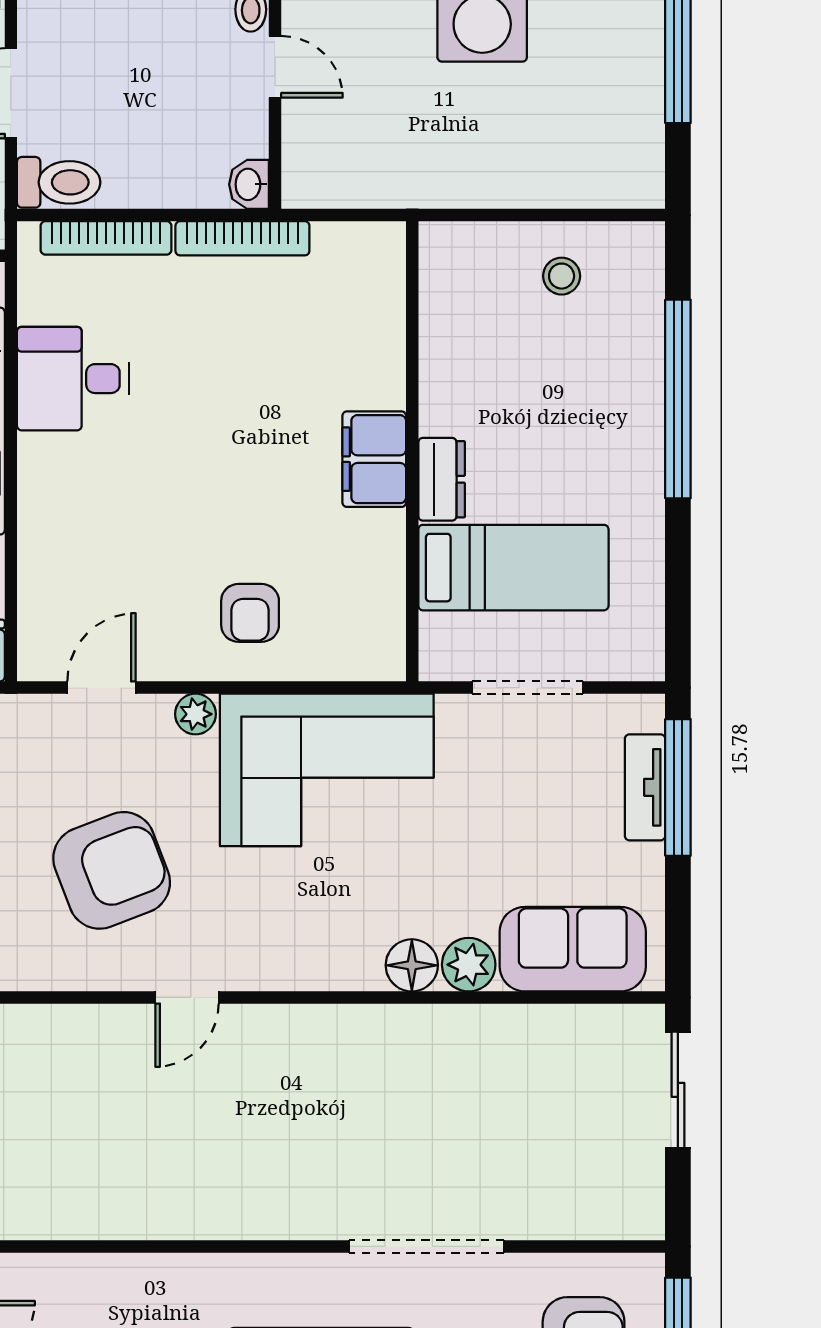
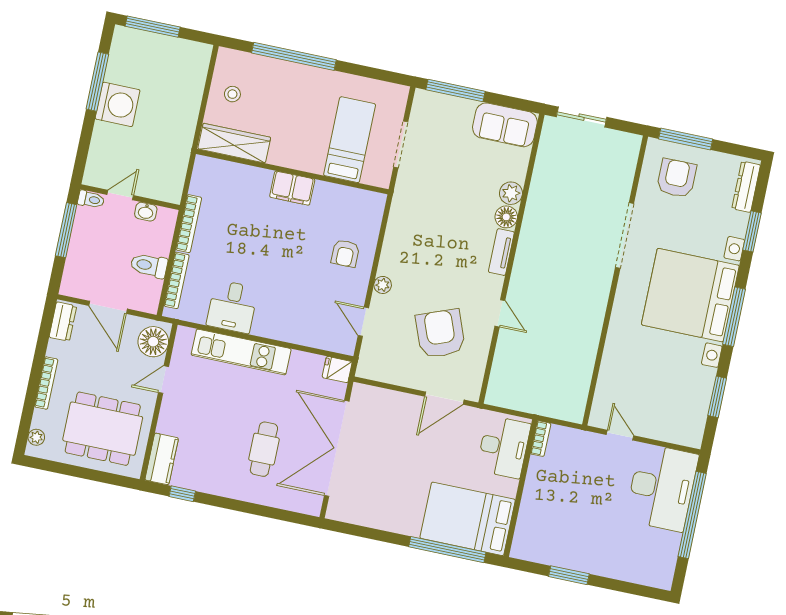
toilet: (59, 182) -> (149, 266), moved, turned -90
washbasin: (249, 184) -> (146, 212), moved
wardrobe: (450, 304) -> (234, 143), added
dresser: (442, 479) -> (306, 162), removed
armchair: (250, 613) -> (345, 253), turned 90
corner sofa: (327, 770) -> (417, 235), removed
tv unit: (645, 787) -> (501, 252), moved, turned 90
sofa: (573, 949) -> (505, 125), moved, turned -90

